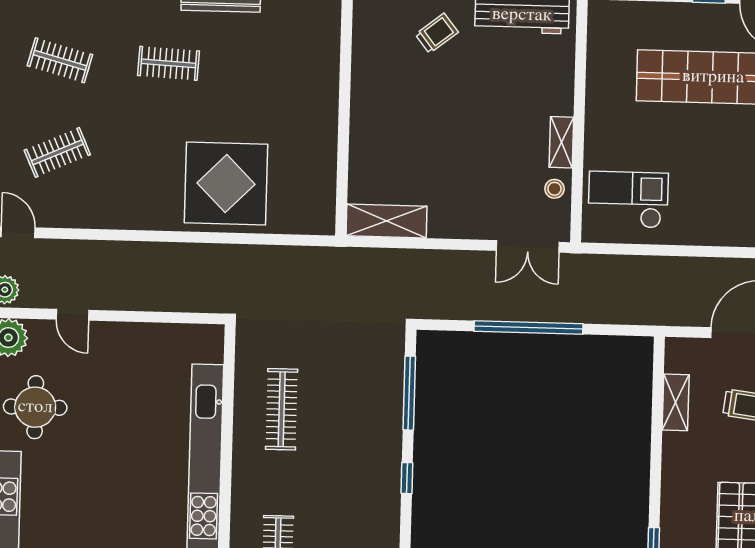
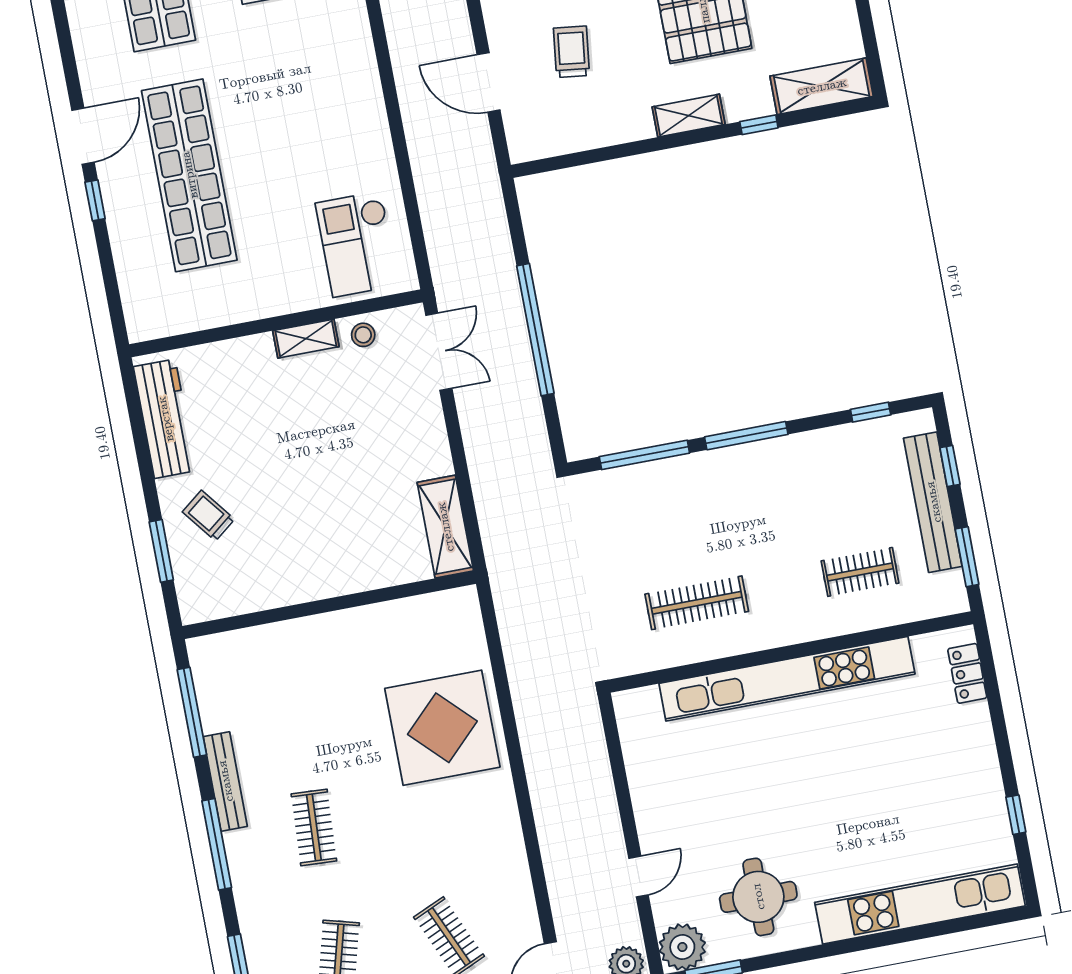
shelving: (676, 402) -> (689, 116), moved
window: (407, 478) -> (746, 436), width x2.17

